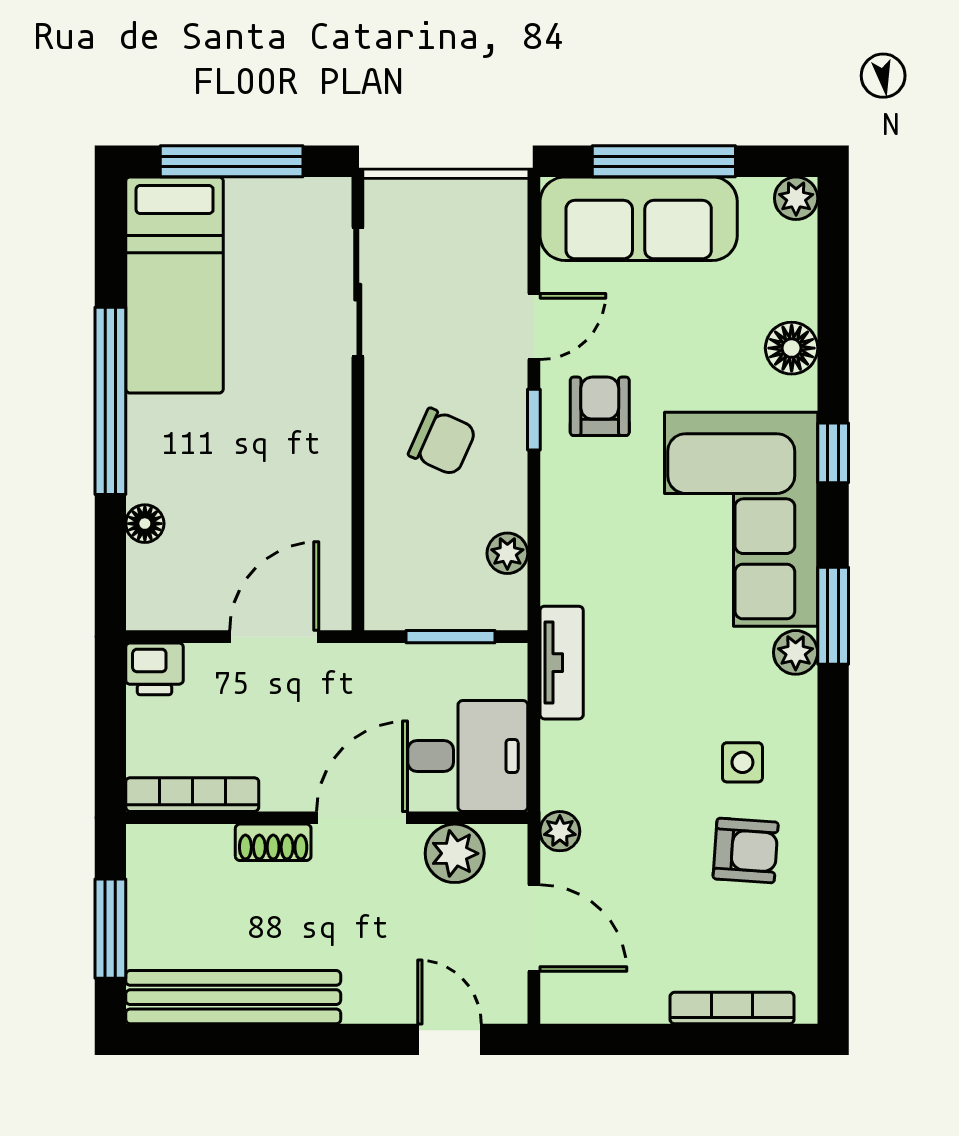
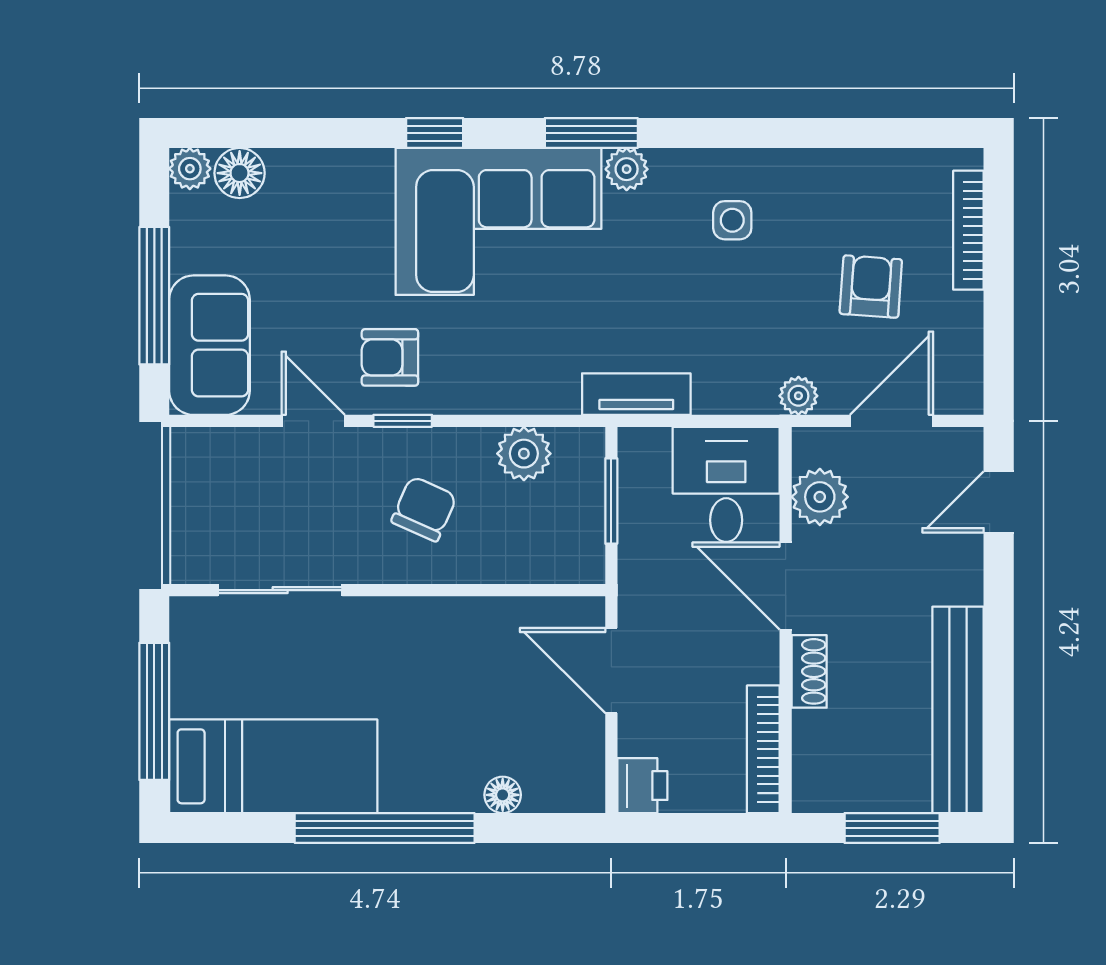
sofa: (639, 219) -> (209, 345), width x0.73
floor lamp: (792, 348) -> (240, 173), moved
plant: (507, 553) -> (524, 454), width x1.38, depth x1.38
armchair: (746, 850) -> (871, 287), moved

